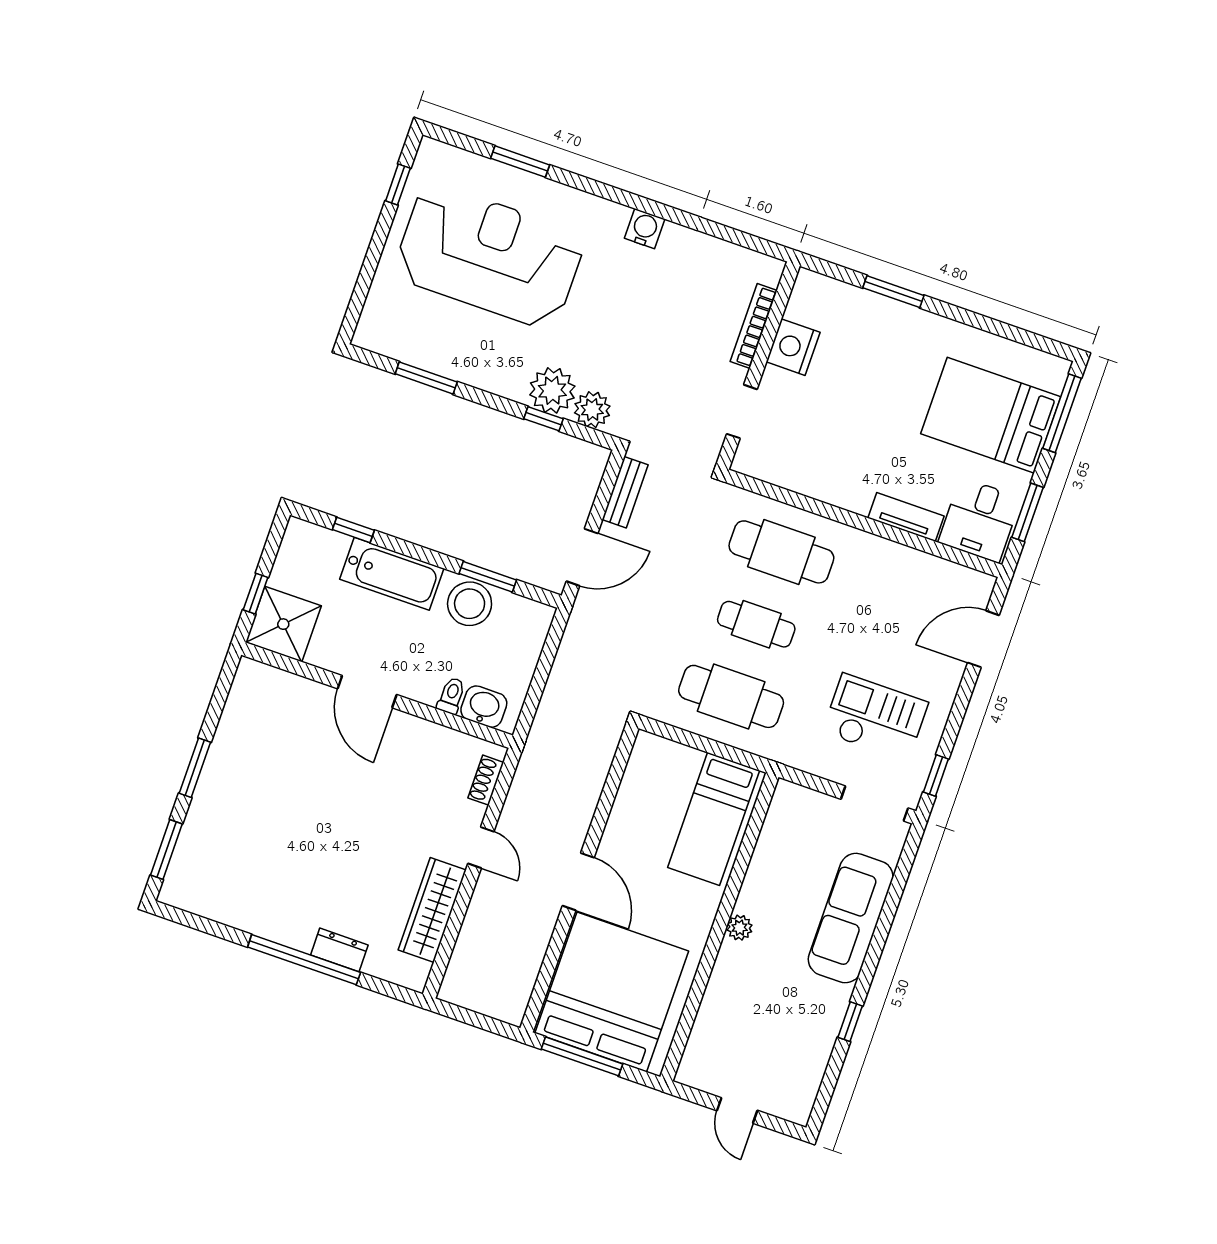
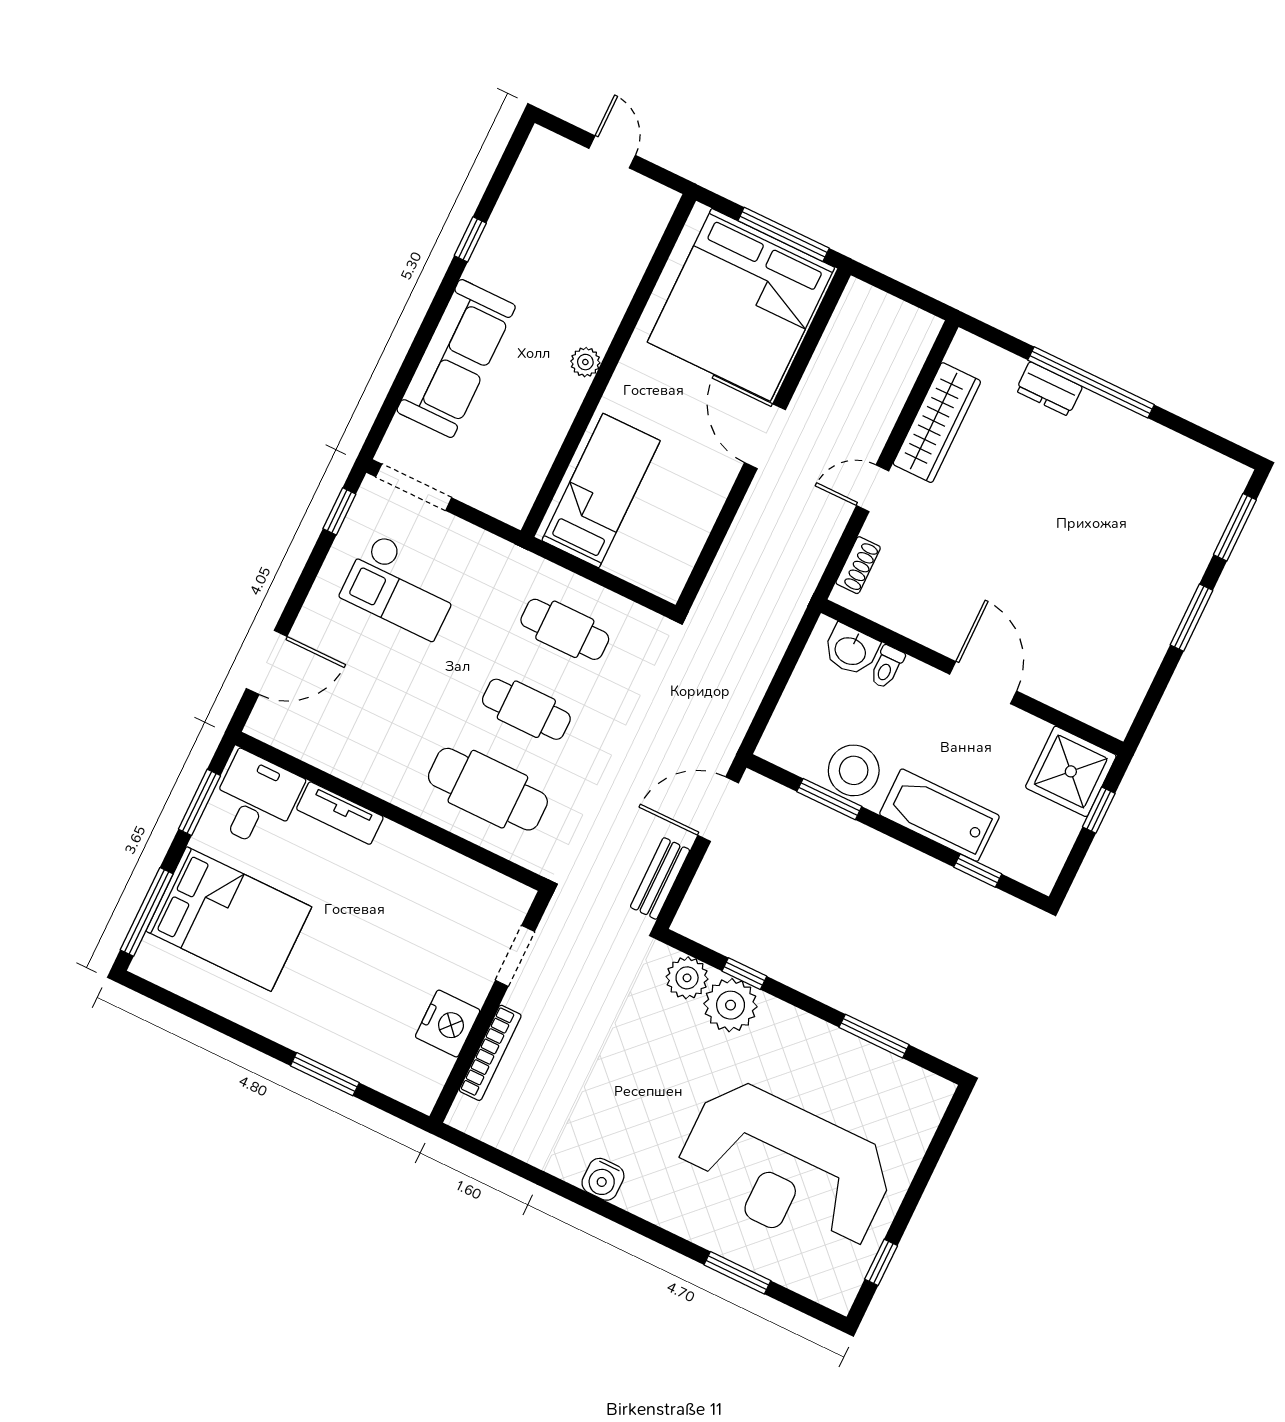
cafe table: (731, 696) -> (565, 629), width x0.73, depth x0.74
door: (481, 848) -> (873, 488), hinge flipped

